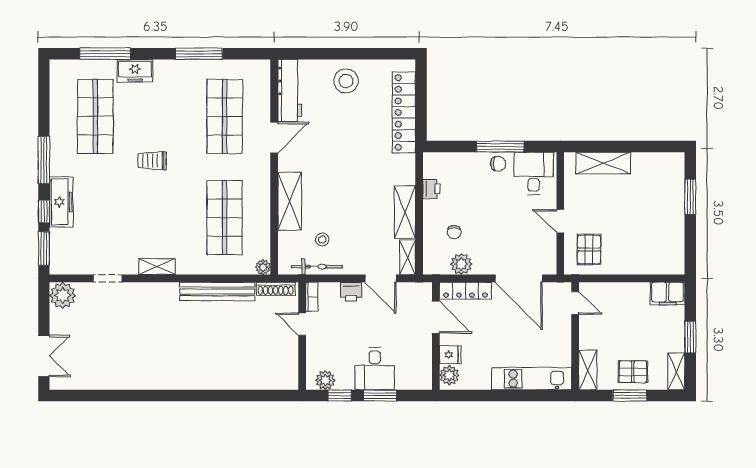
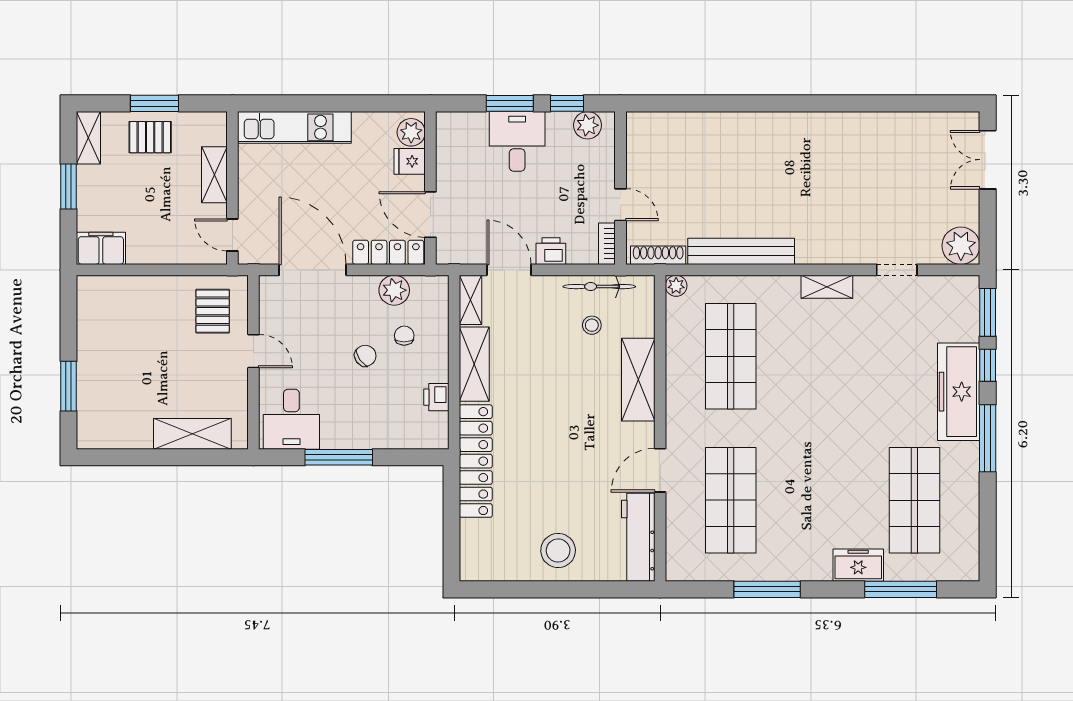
locker: (404, 112) -> (476, 461), moved
trolley: (152, 161) -> (834, 437), removed
chair: (498, 164) -> (365, 356), moved, turned 145
freezer: (61, 202) -> (959, 392), width x1.36, depth x1.26
shelving: (588, 370) -> (214, 175), moved

